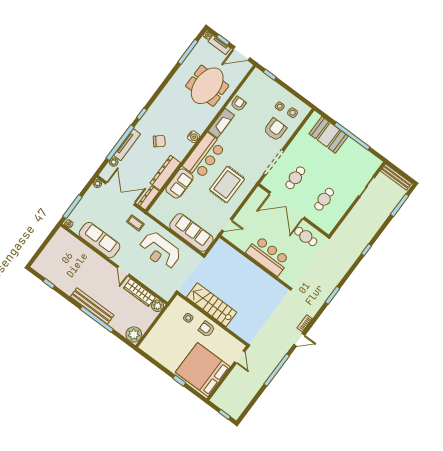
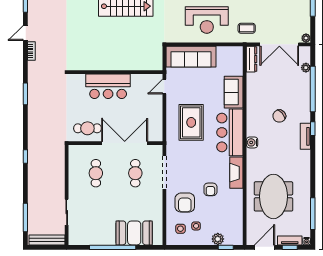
plant: (271, 85) -> (218, 239), added
armchair: (238, 104) -> (210, 189), moved
tv unit: (127, 145) -> (305, 136), moved, width x0.71
dresser: (165, 173) -> (253, 92), removed
reception desk: (160, 251) -> (207, 20), turned 180

